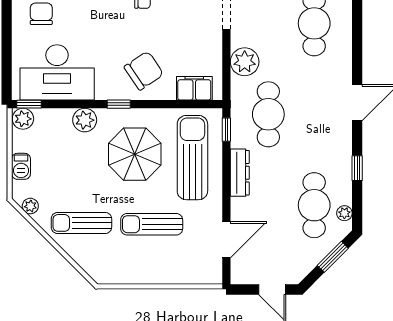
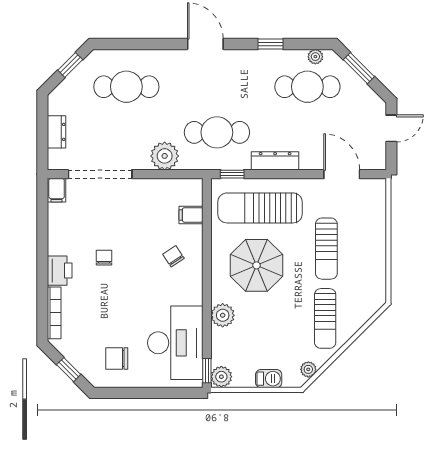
chair: (144, 71) -> (173, 256), width x0.54, depth x0.54
filing cabinet: (194, 88) -> (191, 215), width x0.50
window: (119, 104) -> (207, 281), removed

